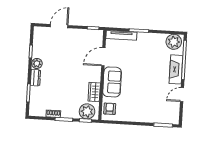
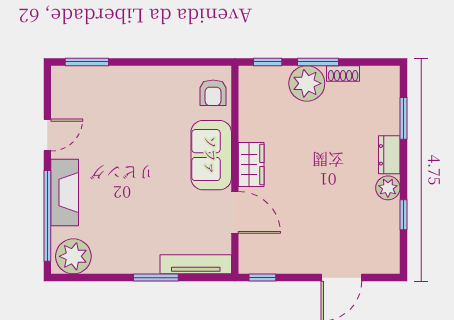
door: (103, 57) -> (235, 212), hinge flipped
wardrobe: (94, 92) -> (251, 165), moved
plant: (87, 111) -> (307, 83), moved

